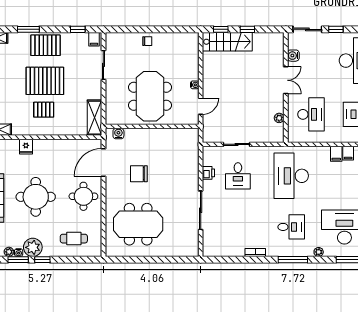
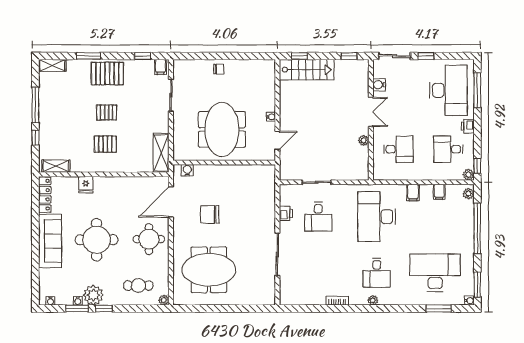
window: (247, 29) -> (349, 56), moved
pallet: (45, 81) -> (107, 112), width x0.49, depth x0.50
desk: (311, 114) -> (398, 149), width x0.73
plant: (279, 118) -> (364, 140), moved
filing cabinet: (336, 154) -> (413, 193), moved
desk: (291, 227) -> (377, 273), turned 90
plant: (9, 252) -> (164, 300), moved
plant: (319, 252) -> (373, 300), moved
window: (293, 260) -> (379, 309), removed

